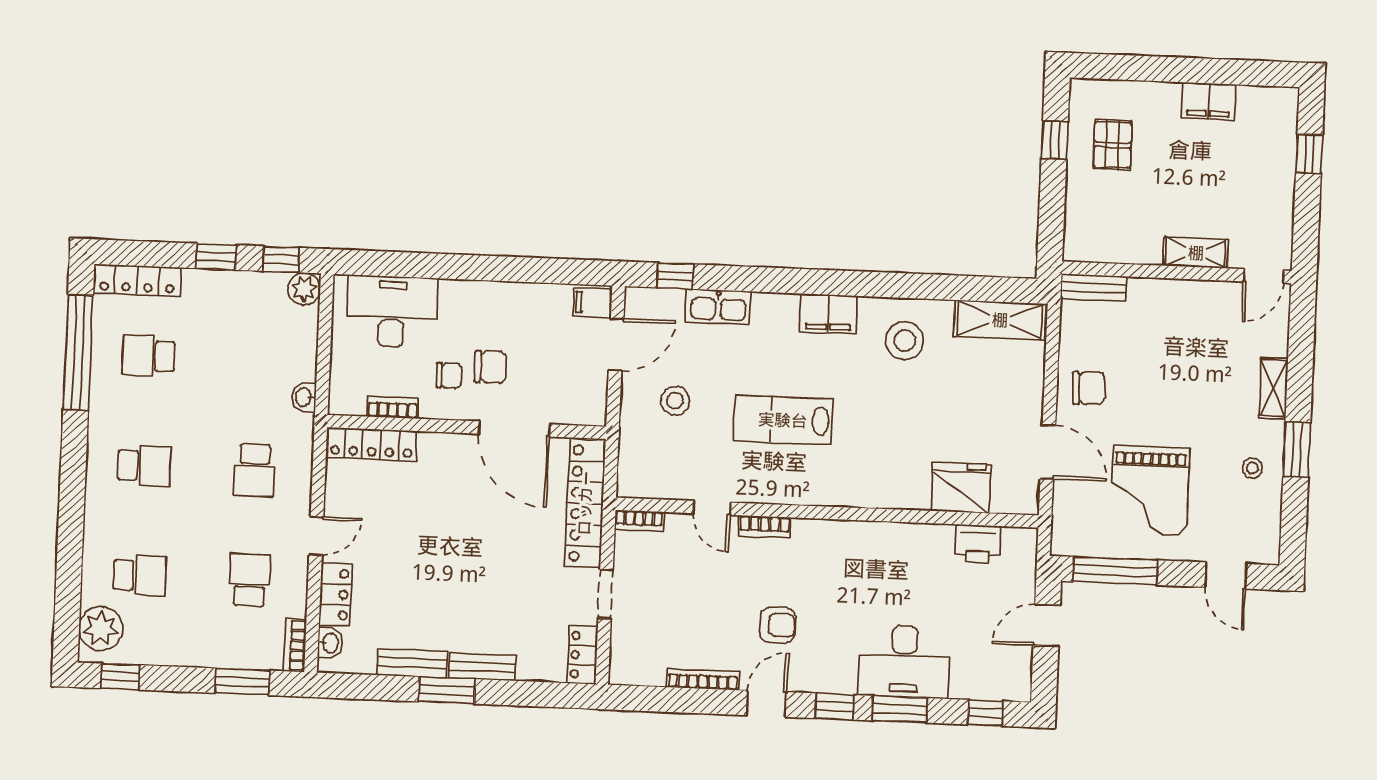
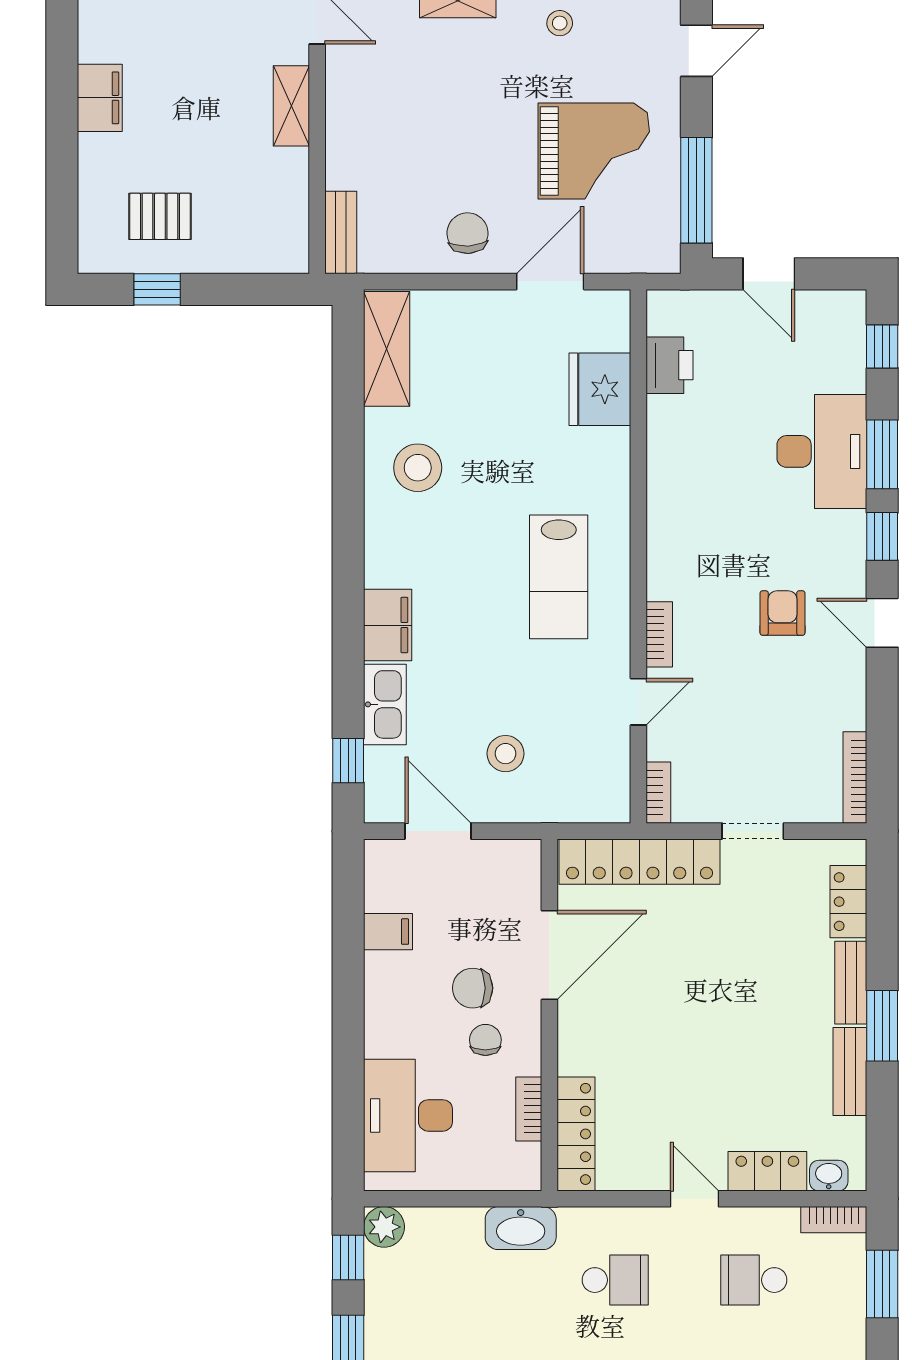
filing cabinet: (592, 303) -> (388, 932), moved, turned -90
filing cabinet: (829, 314) -> (388, 625), moved
chair: (491, 367) -> (473, 988), turned -90
washbasin: (304, 397) -> (521, 1228), width x1.91, depth x1.45
lab bench: (783, 420) -> (559, 577), moved
locker: (582, 655) -> (848, 902), moved, turned 90
bookcase: (703, 679) -> (855, 778), moved

